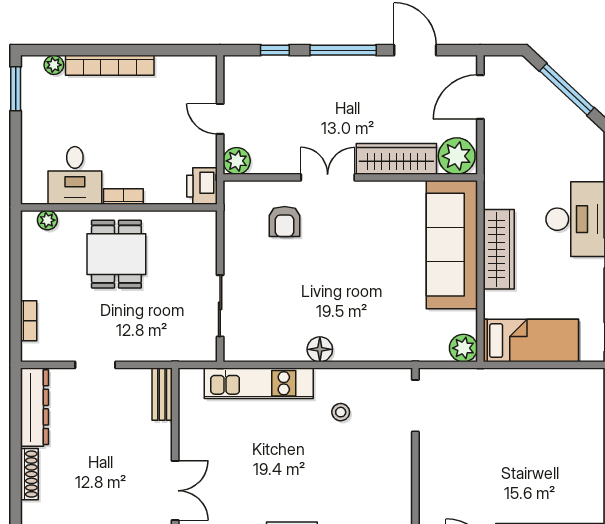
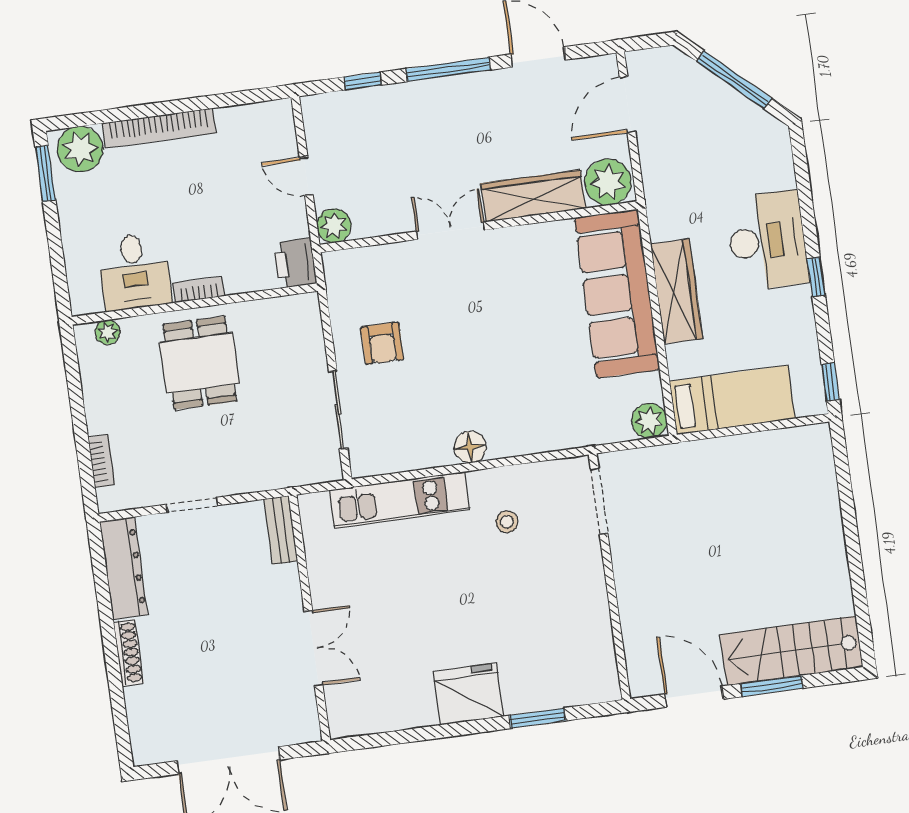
plant: (54, 65) -> (80, 149), width x1.88, depth x1.88
armchair: (285, 222) -> (382, 343), moved

